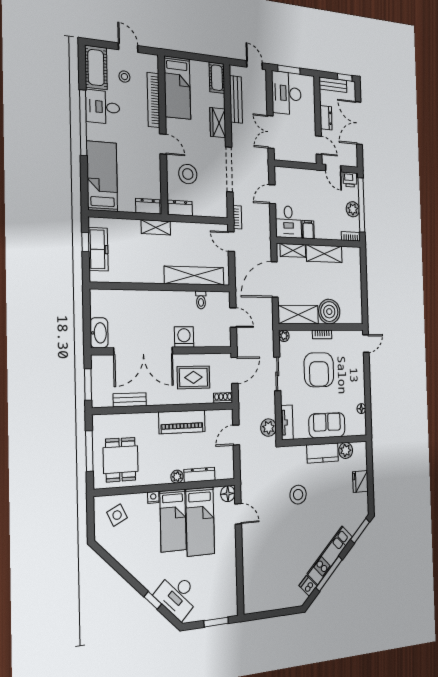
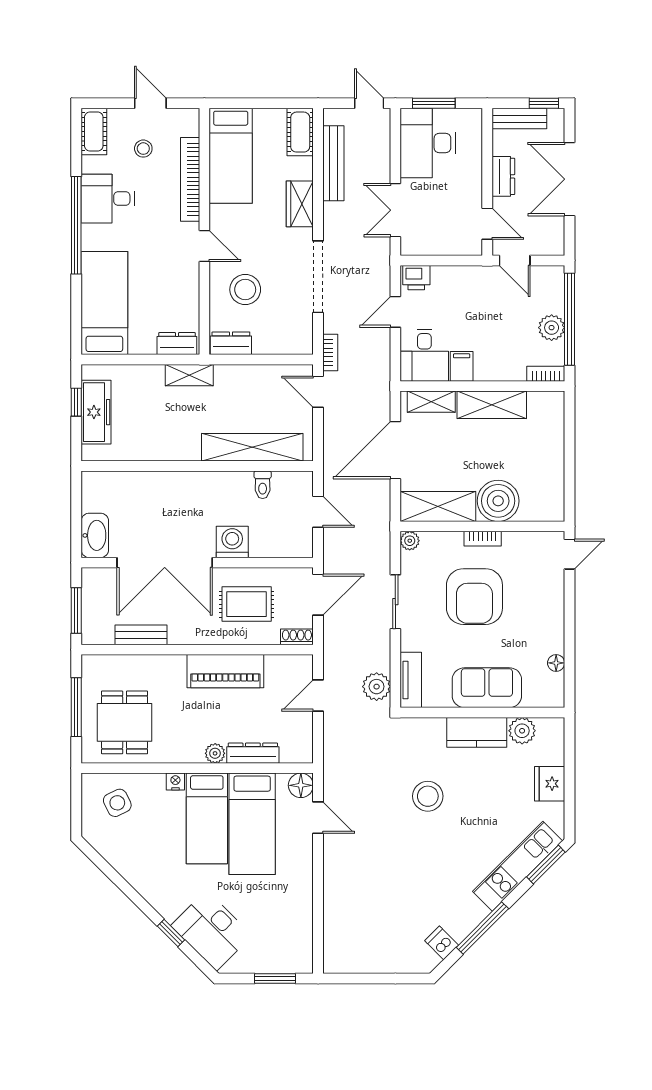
cot: (96, 68) -> (94, 132), width x0.73, depth x0.75
printer: (350, 180) -> (416, 278), moved
kitchen unit: (330, 555) -> (518, 866), moved

